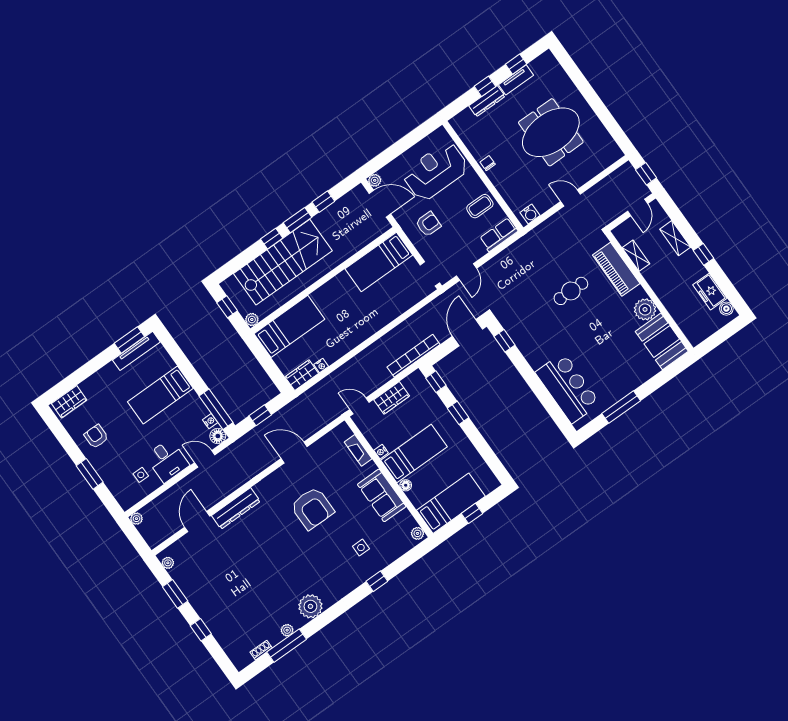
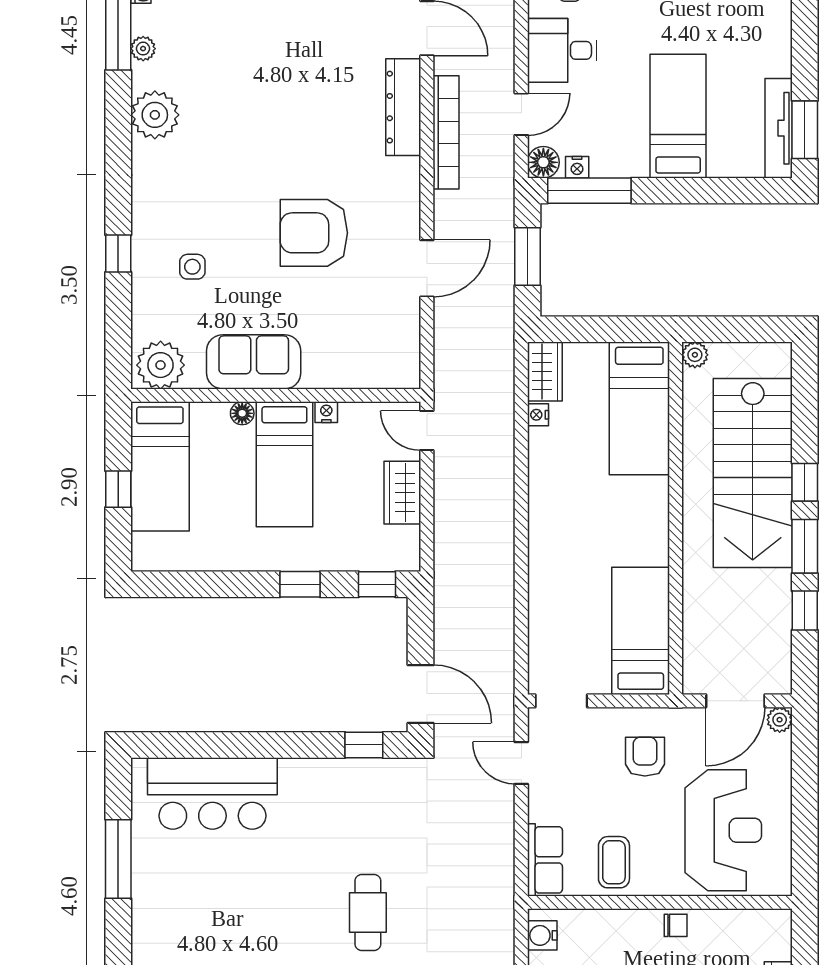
armchair: (428, 224) -> (645, 757), turned 180
window: (227, 307) -> (745, 329), removed
bookcase: (413, 356) -> (446, 132), moved
door: (360, 406) -> (427, 431), swing flipped
window: (260, 415) -> (528, 256), width x1.50
fireplace: (358, 450) -> (355, 376), removed
plant: (417, 533) -> (161, 365), width x1.88, depth x1.88

